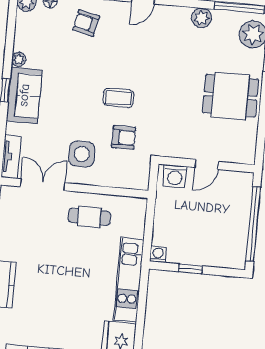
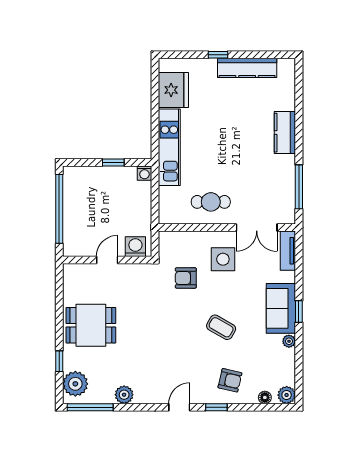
coffee table: (118, 98) -> (221, 327), moved, turned 30

